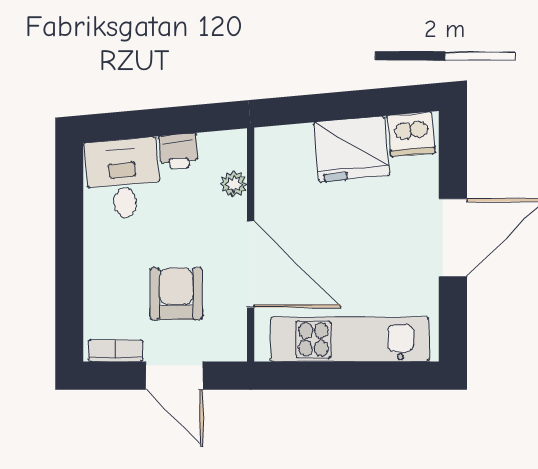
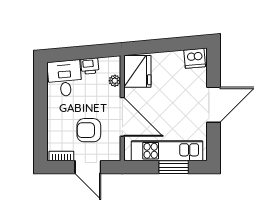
fridge: (352, 149) -> (137, 71), moved, turned -85
armchair: (176, 294) -> (89, 130), turned -90
window: (364, 376) -> (174, 167), added

